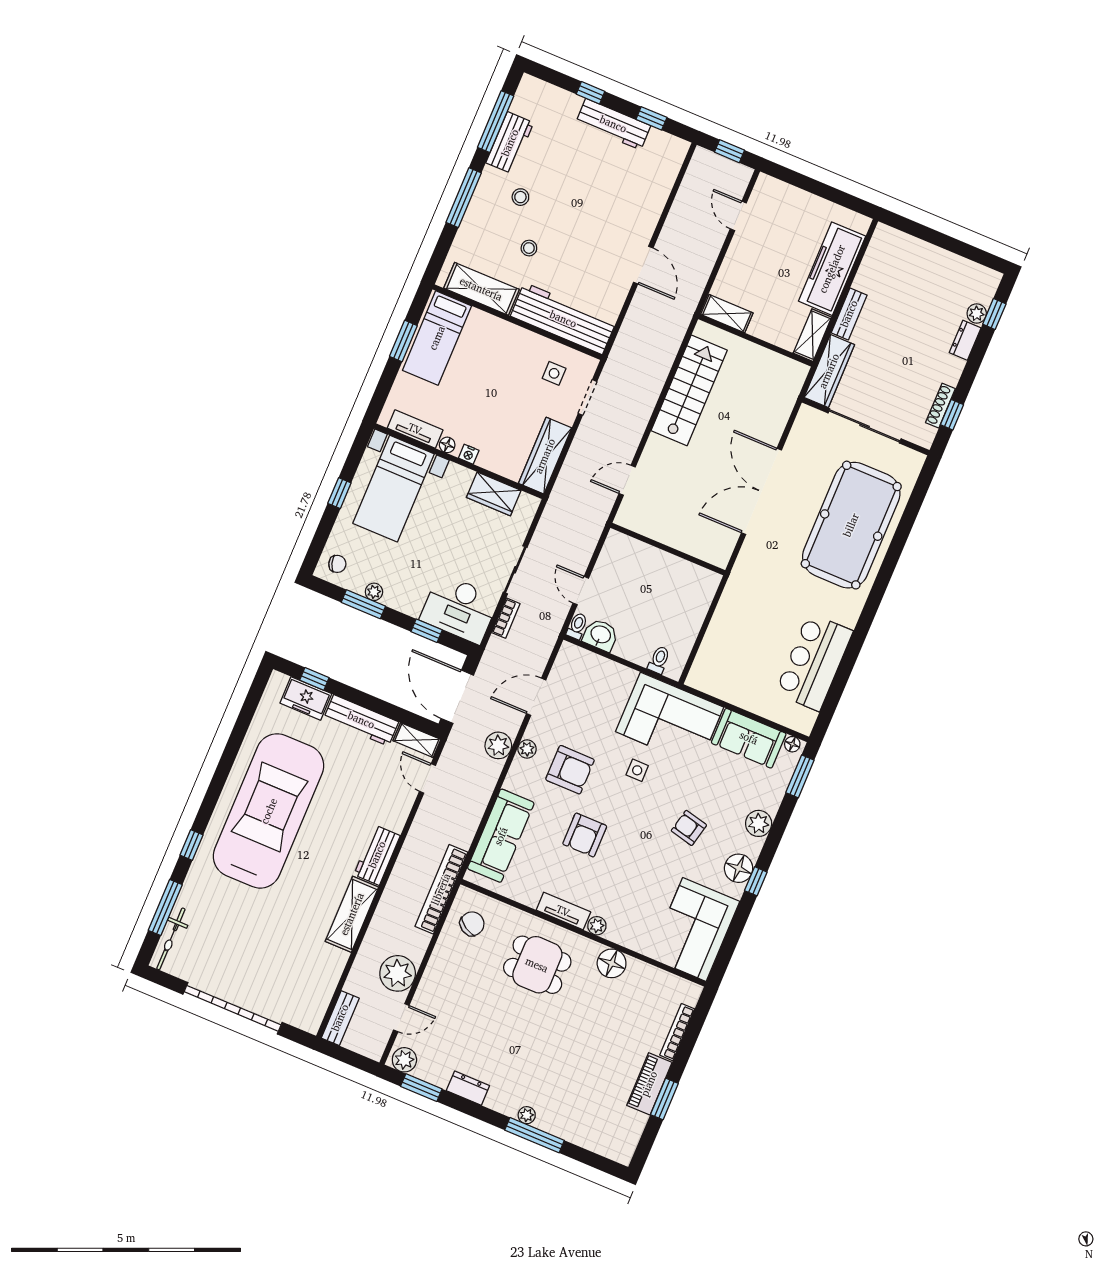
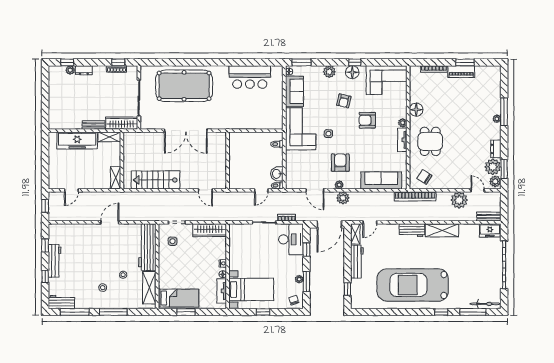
workbench: (510, 143) -> (61, 302), moved
wardrobe: (494, 494) -> (235, 245), removed
freezer: (306, 698) -> (490, 230), moved, turned 90
armchair: (585, 835) -> (367, 120), moved, turned 180
plant: (435, 1067) -> (493, 167), added

